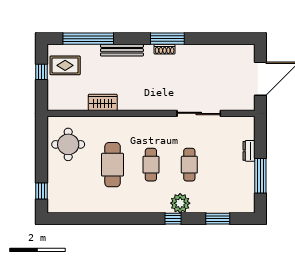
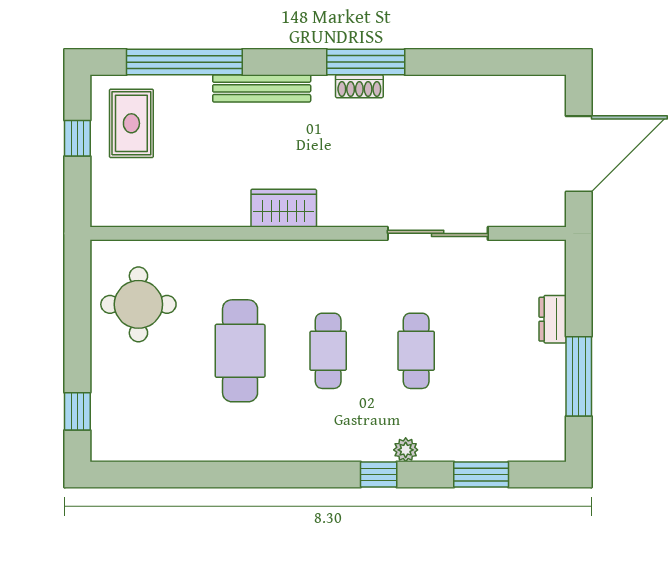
rug: (65, 65) -> (131, 123), turned 90
wardrobe: (103, 102) -> (284, 208), moved
plant: (180, 203) -> (406, 450), width x0.53, depth x0.53

